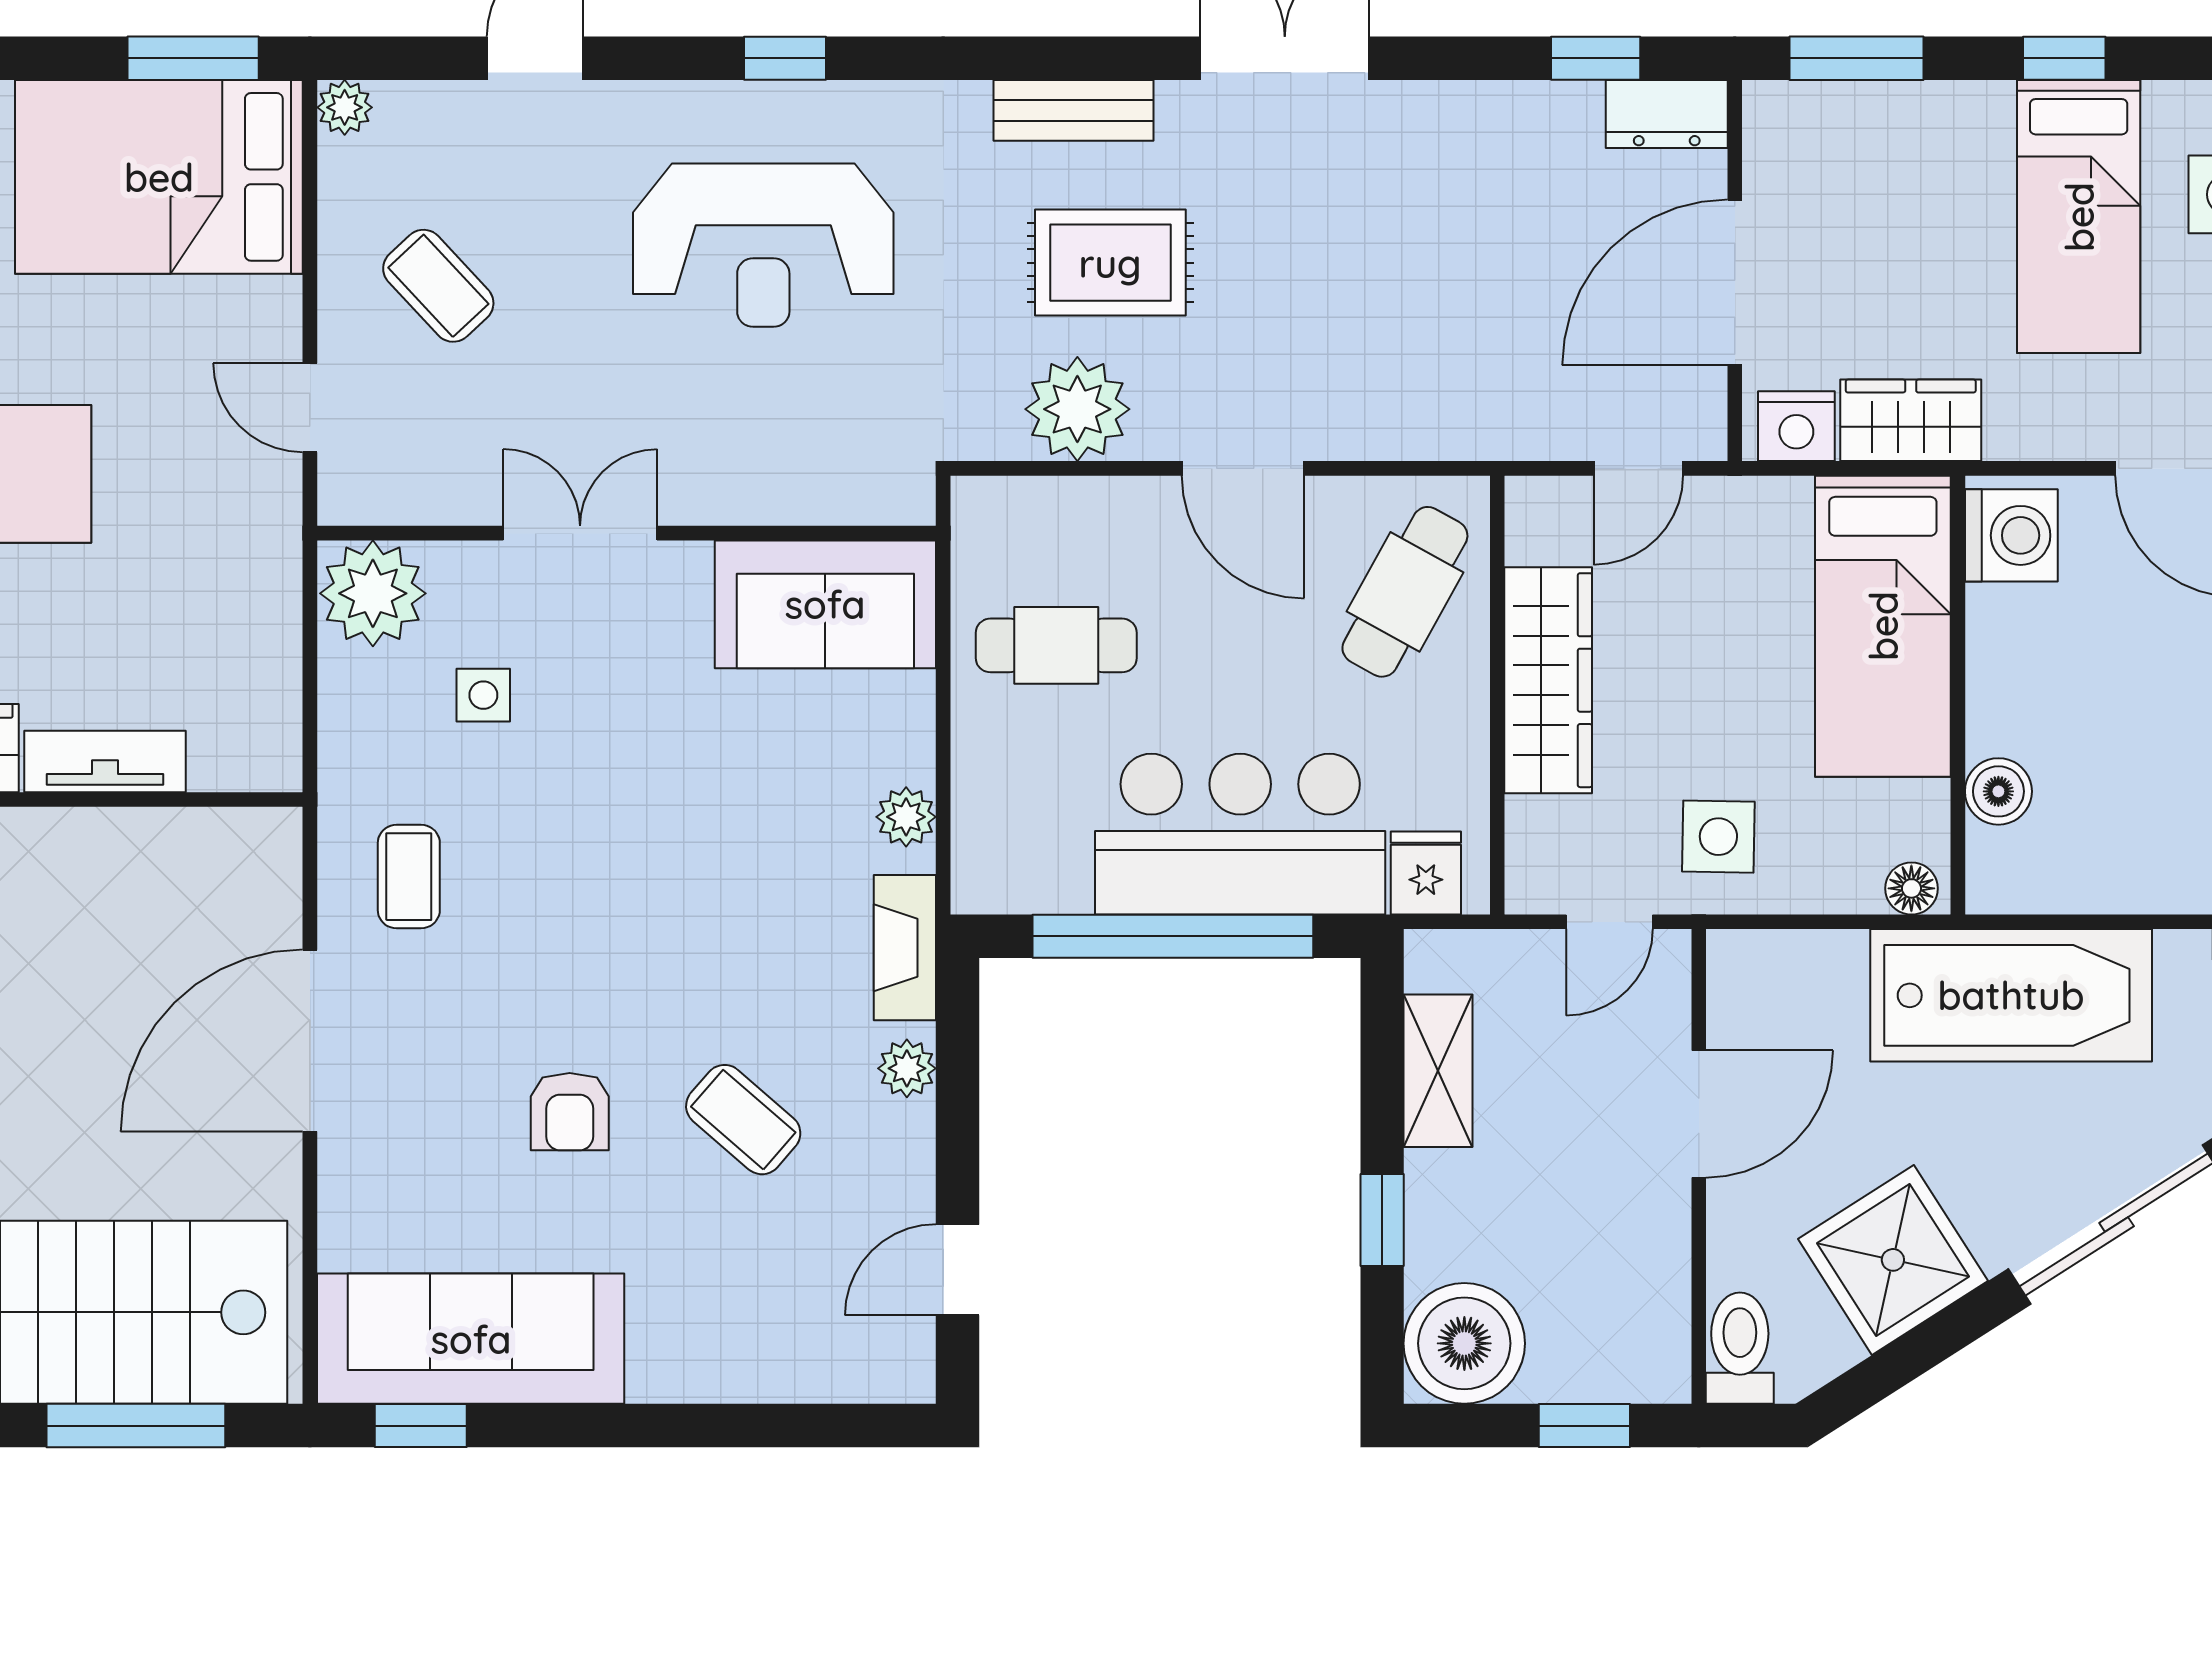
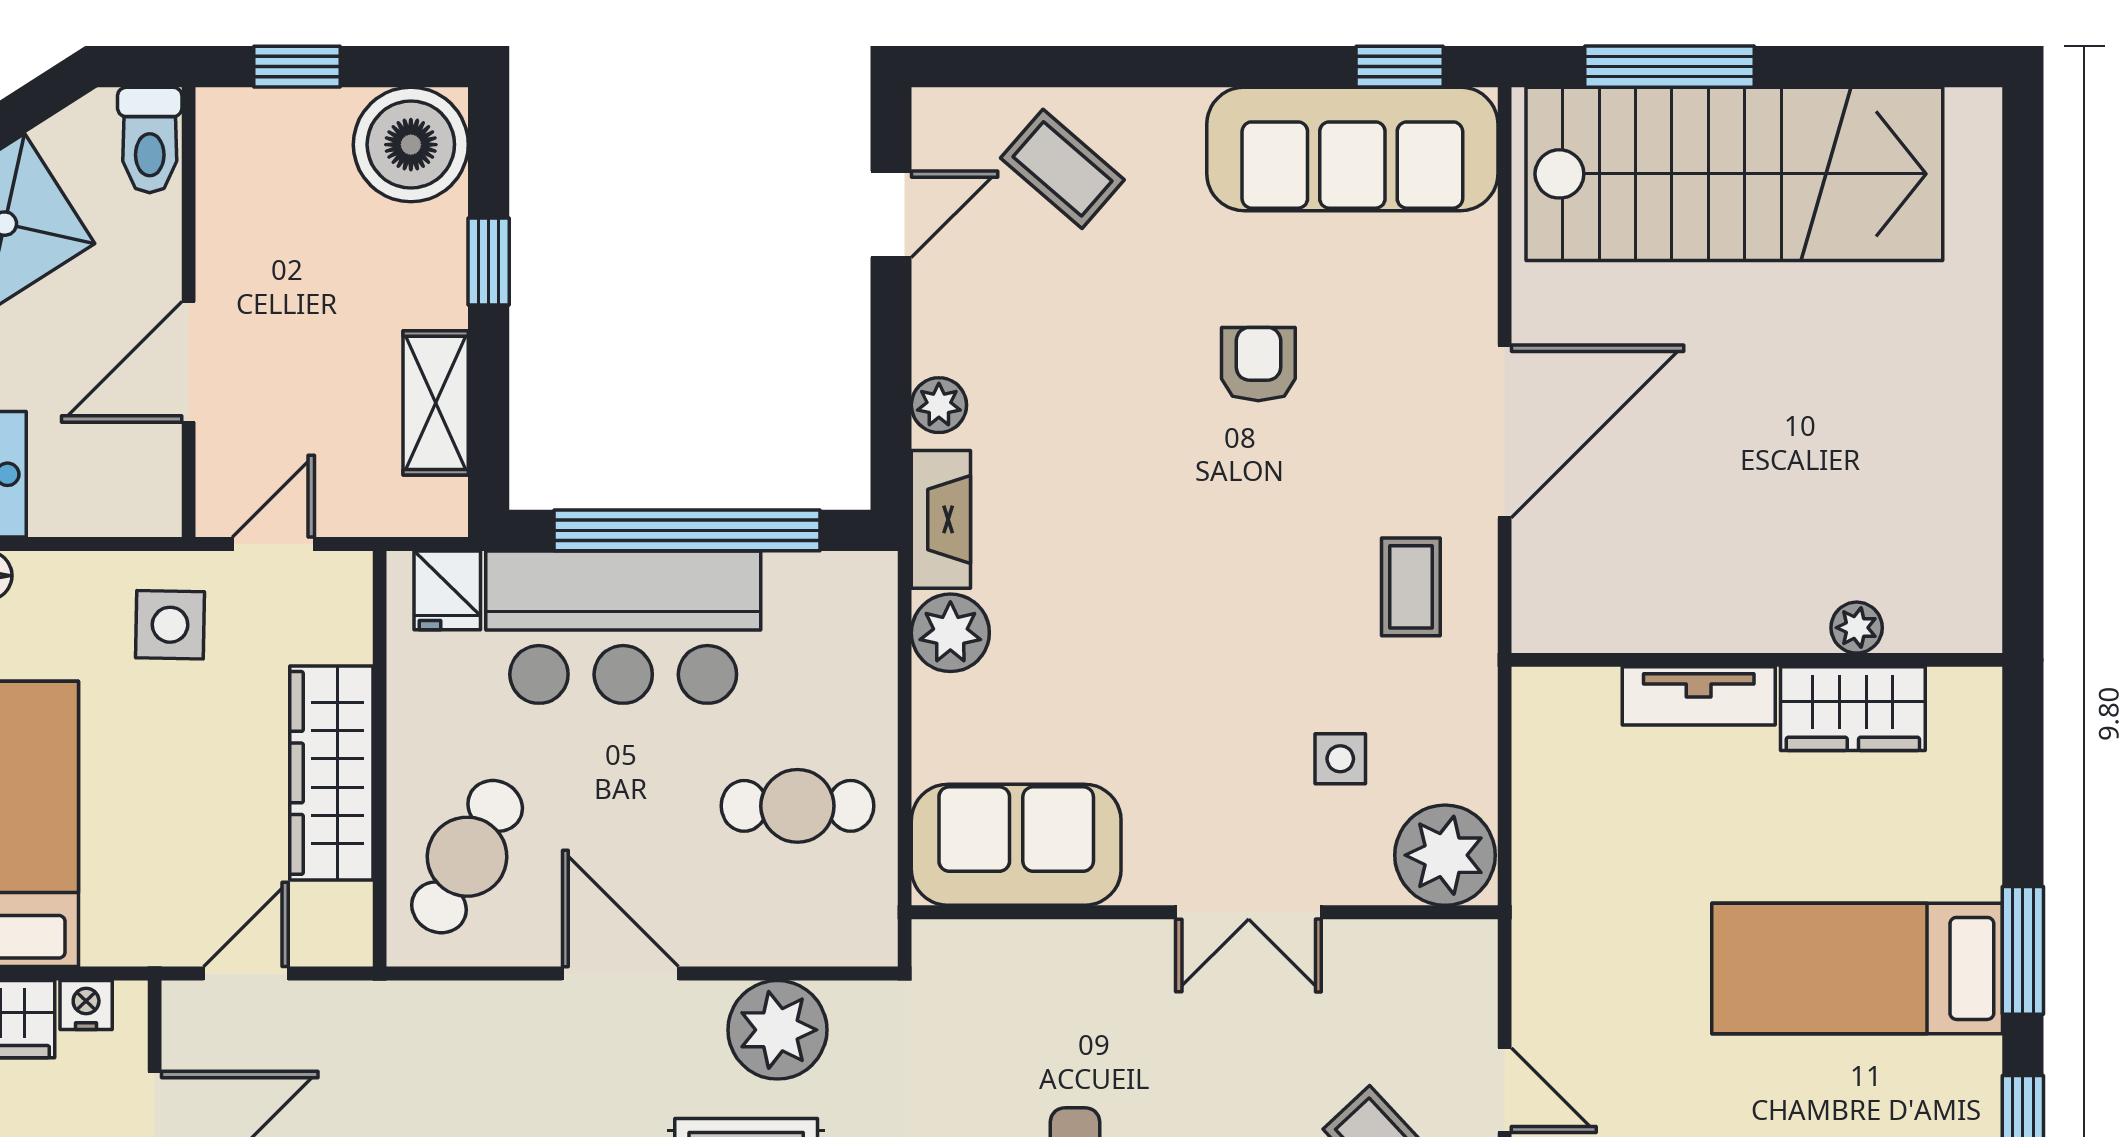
door: (310, 408) -> (1505, 1090), moved
nightstand: (1796, 426) -> (86, 1005), width x0.72, depth x0.74
plant: (906, 817) -> (950, 633), width x1.38, depth x1.38
coffee table: (743, 1120) -> (1062, 169), moved

